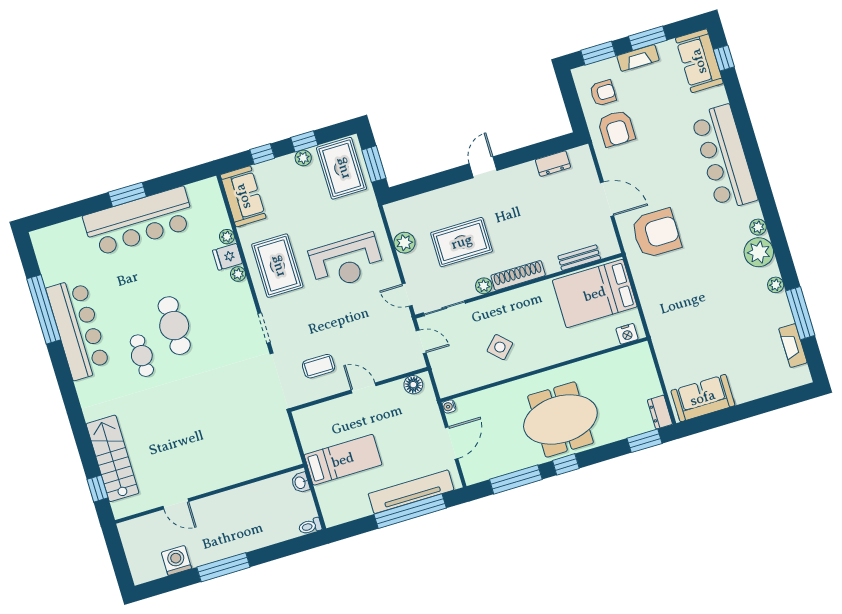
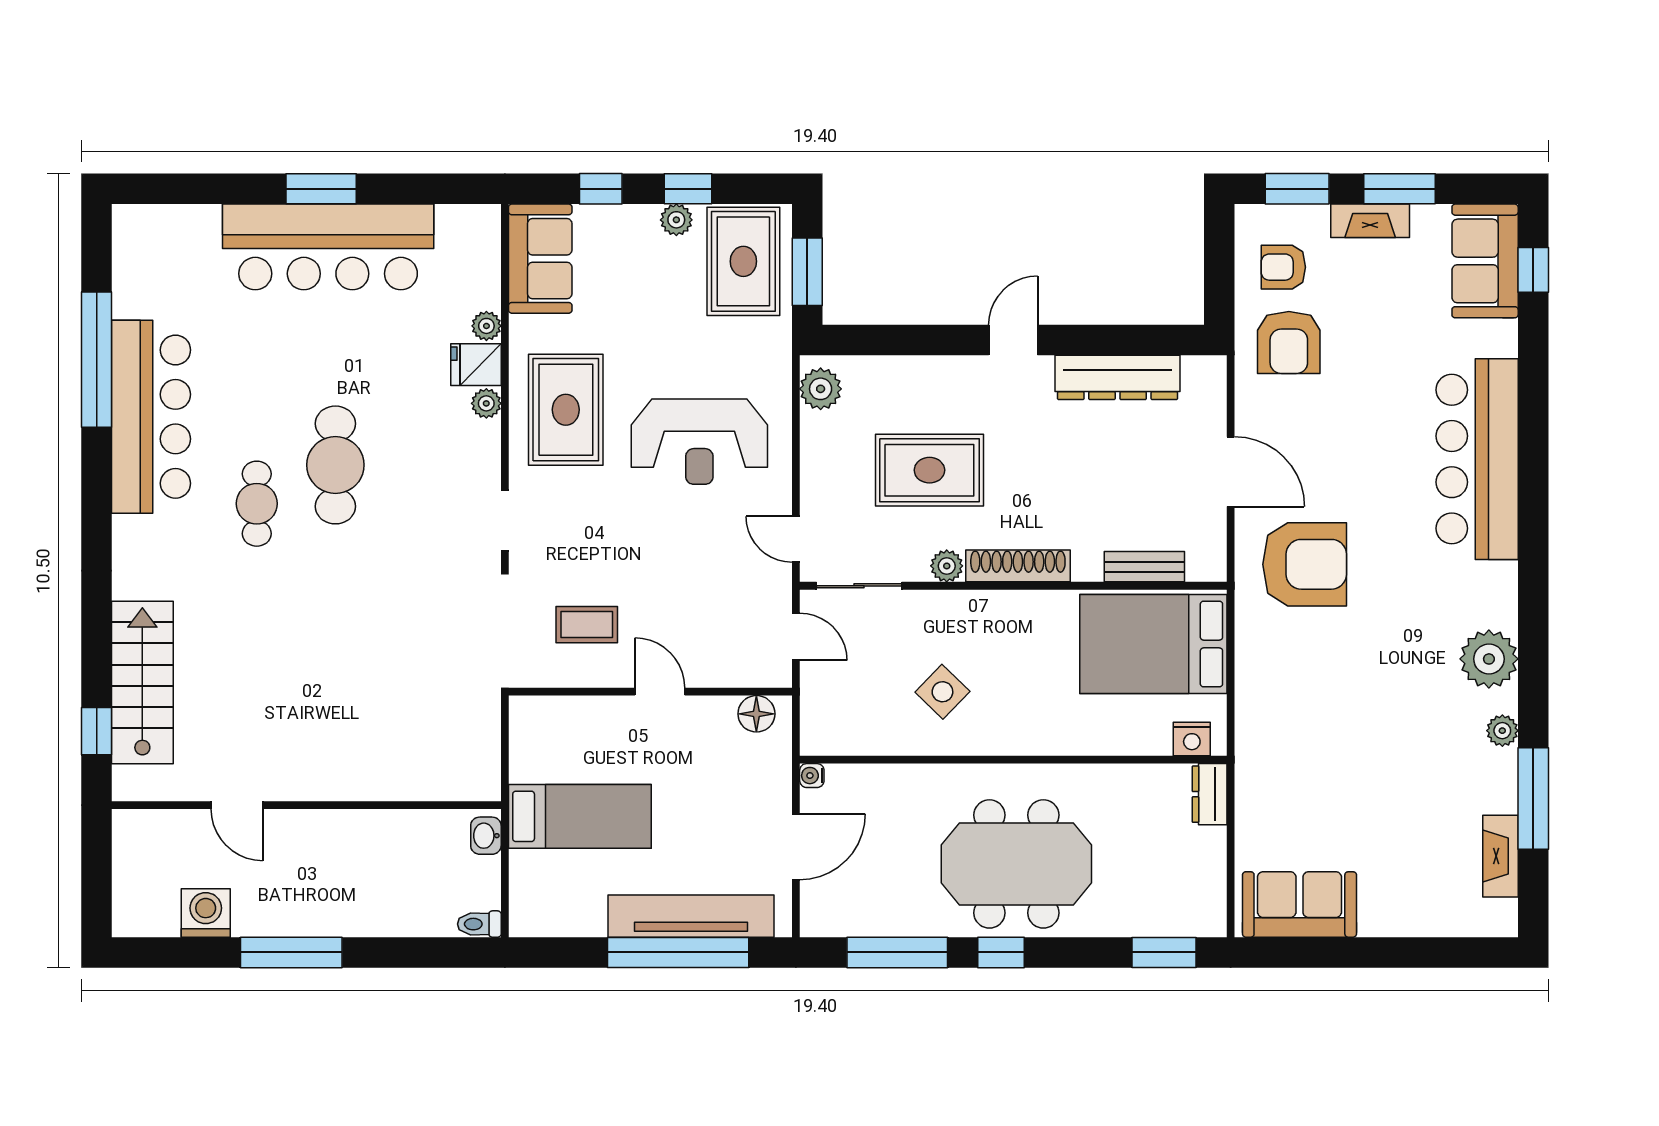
armchair: (603, 93) -> (1283, 267), turned 180
dresser: (553, 164) -> (1118, 377), width x1.96, depth x1.24
plant: (758, 227) -> (1502, 611), removed
plant: (404, 243) -> (821, 389), moved
dresser: (660, 412) -> (1210, 794), moved

